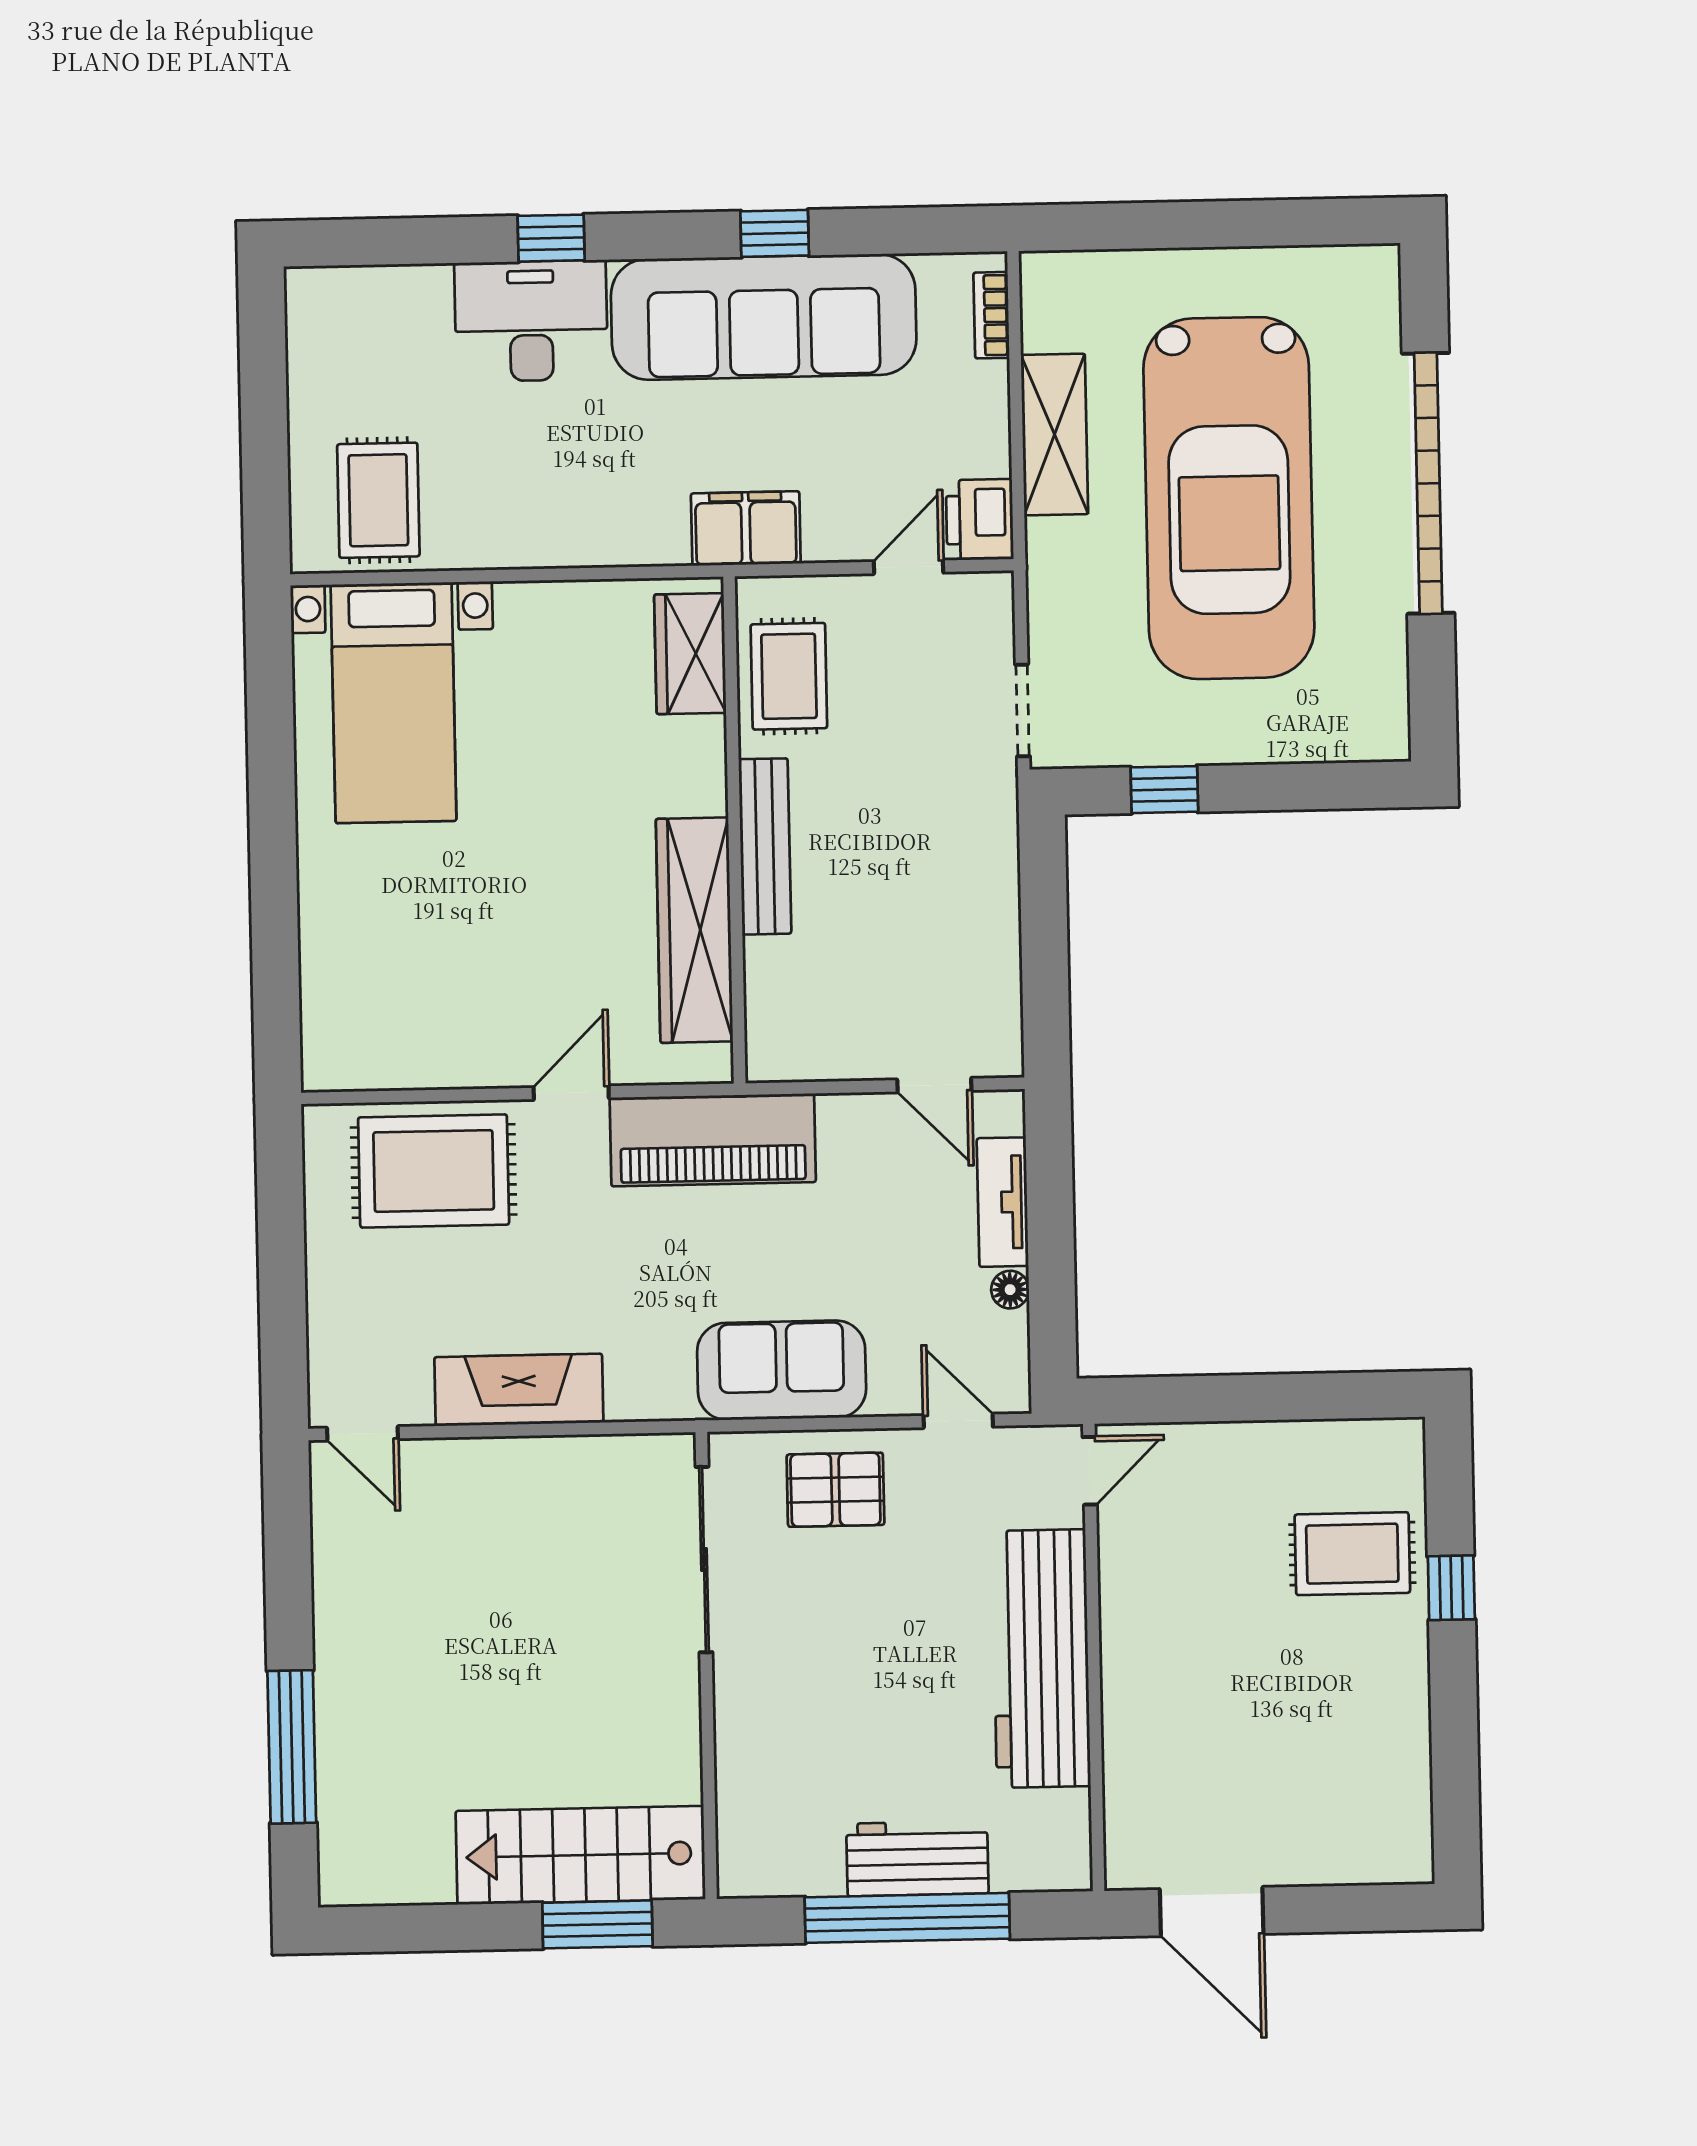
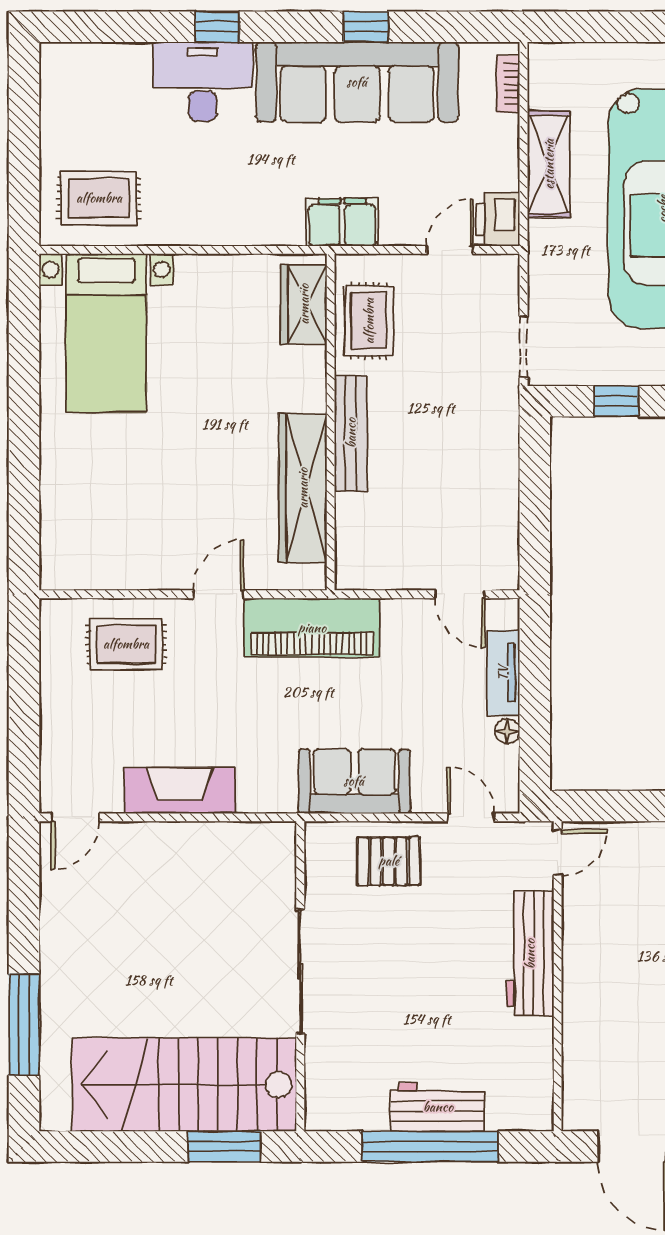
rug: (378, 500) -> (99, 198), turned 90
rug: (434, 1171) -> (126, 644), width x0.73, depth x0.70
door: (362, 1433) -> (75, 817), hinge flipped
sliding door: (704, 1560) -> (300, 971), moved
workbench: (1041, 1659) -> (530, 954), width x0.73, depth x0.76
stairs: (580, 1855) -> (184, 1085), width x1.36, depth x1.51

